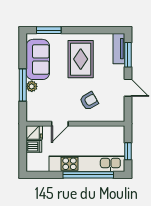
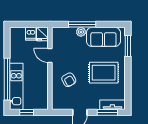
kitchen unit: (87, 164) -> (16, 86), width x0.73

